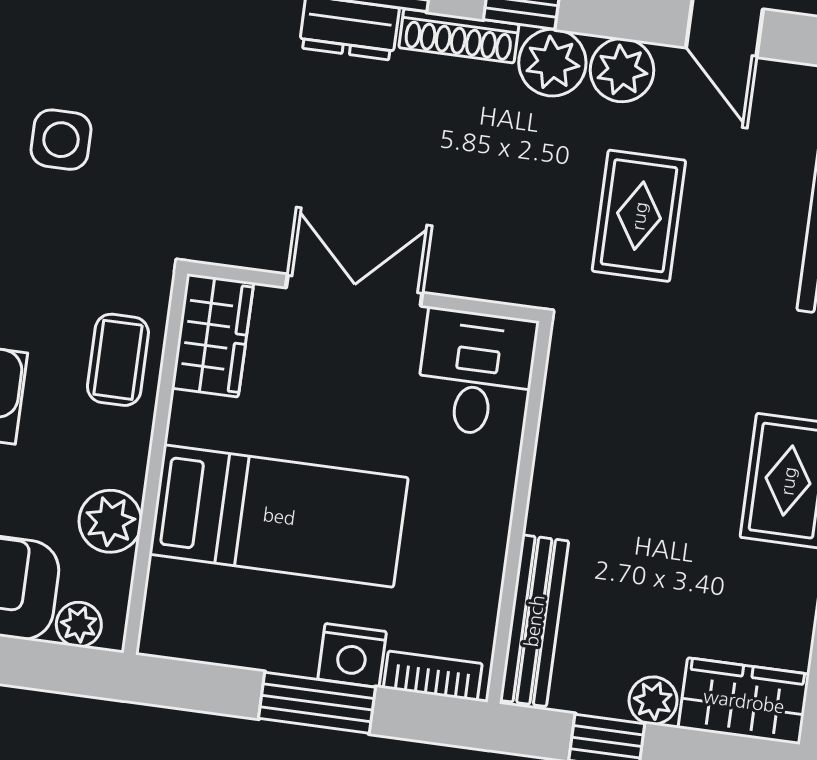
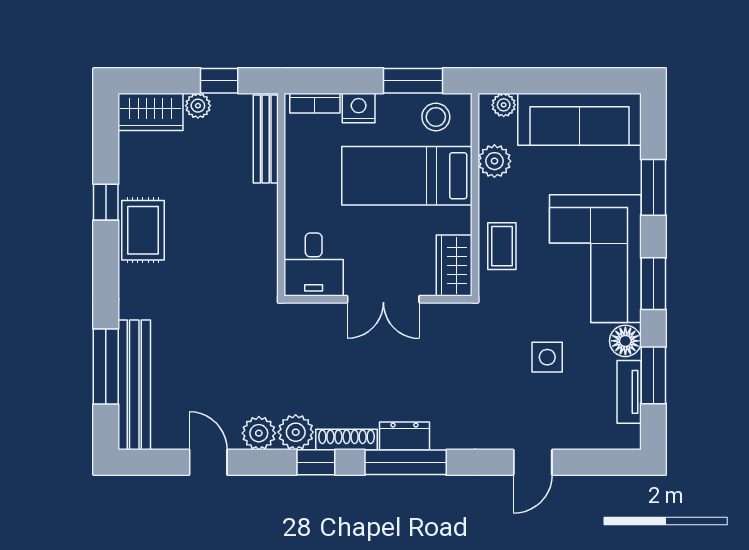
rug: (639, 216) -> (240, 358), removed
stool: (209, 619) -> (436, 117), added
window: (317, 703) -> (413, 81), moved

